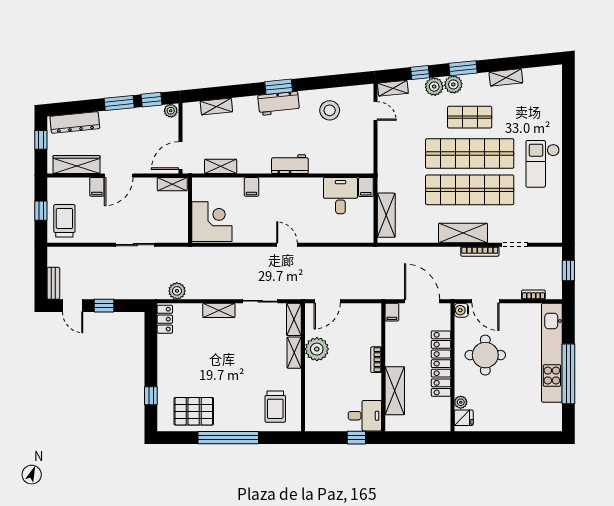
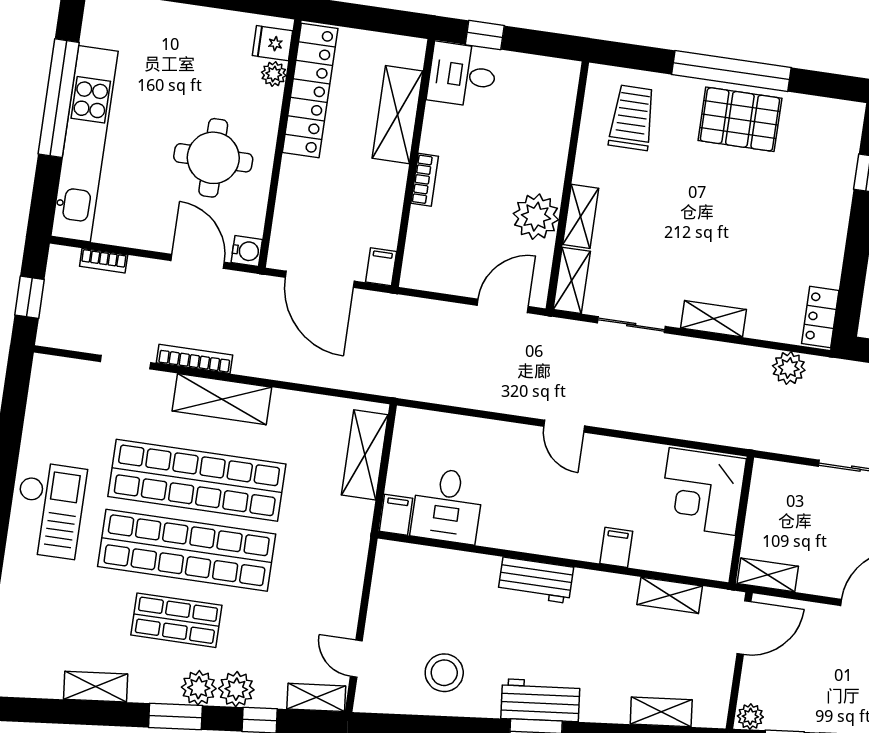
locker: (441, 364) -> (310, 91), moved
pallet: (194, 411) -> (740, 119), moved

